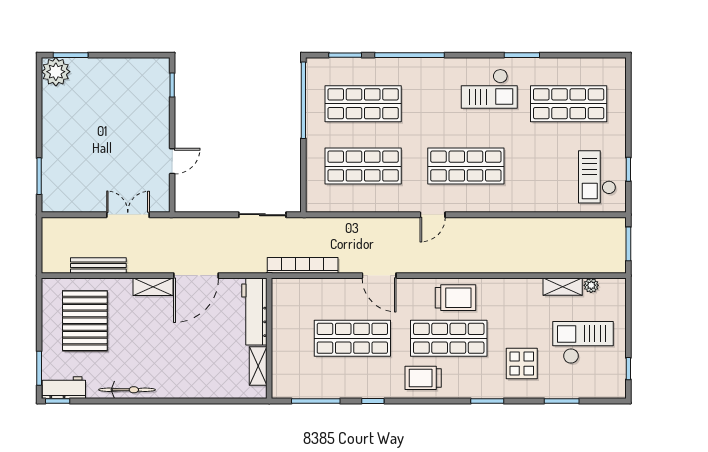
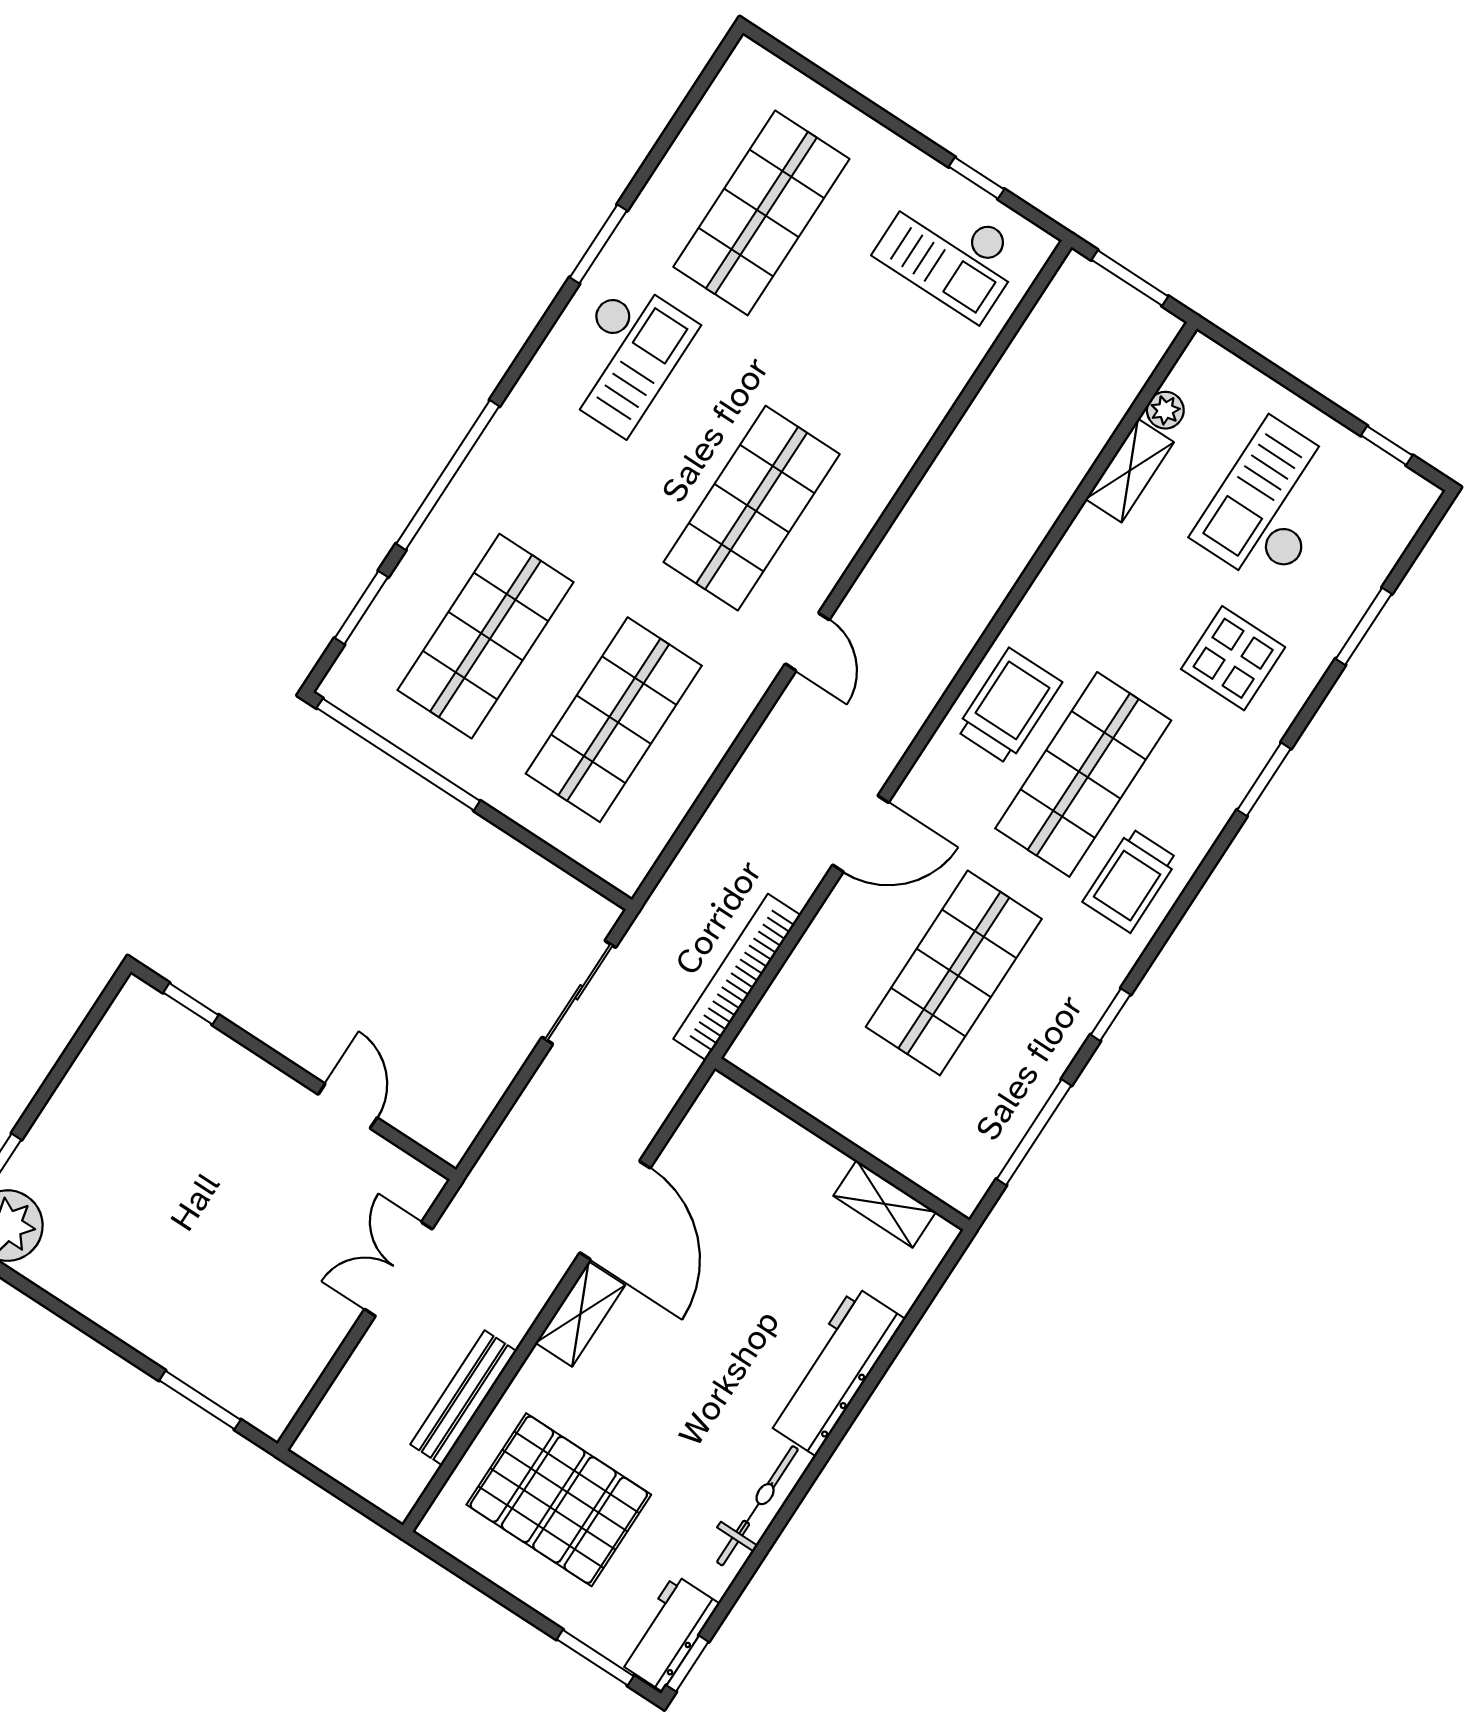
workbench: (254, 312) -> (835, 1371), moved, turned 90

